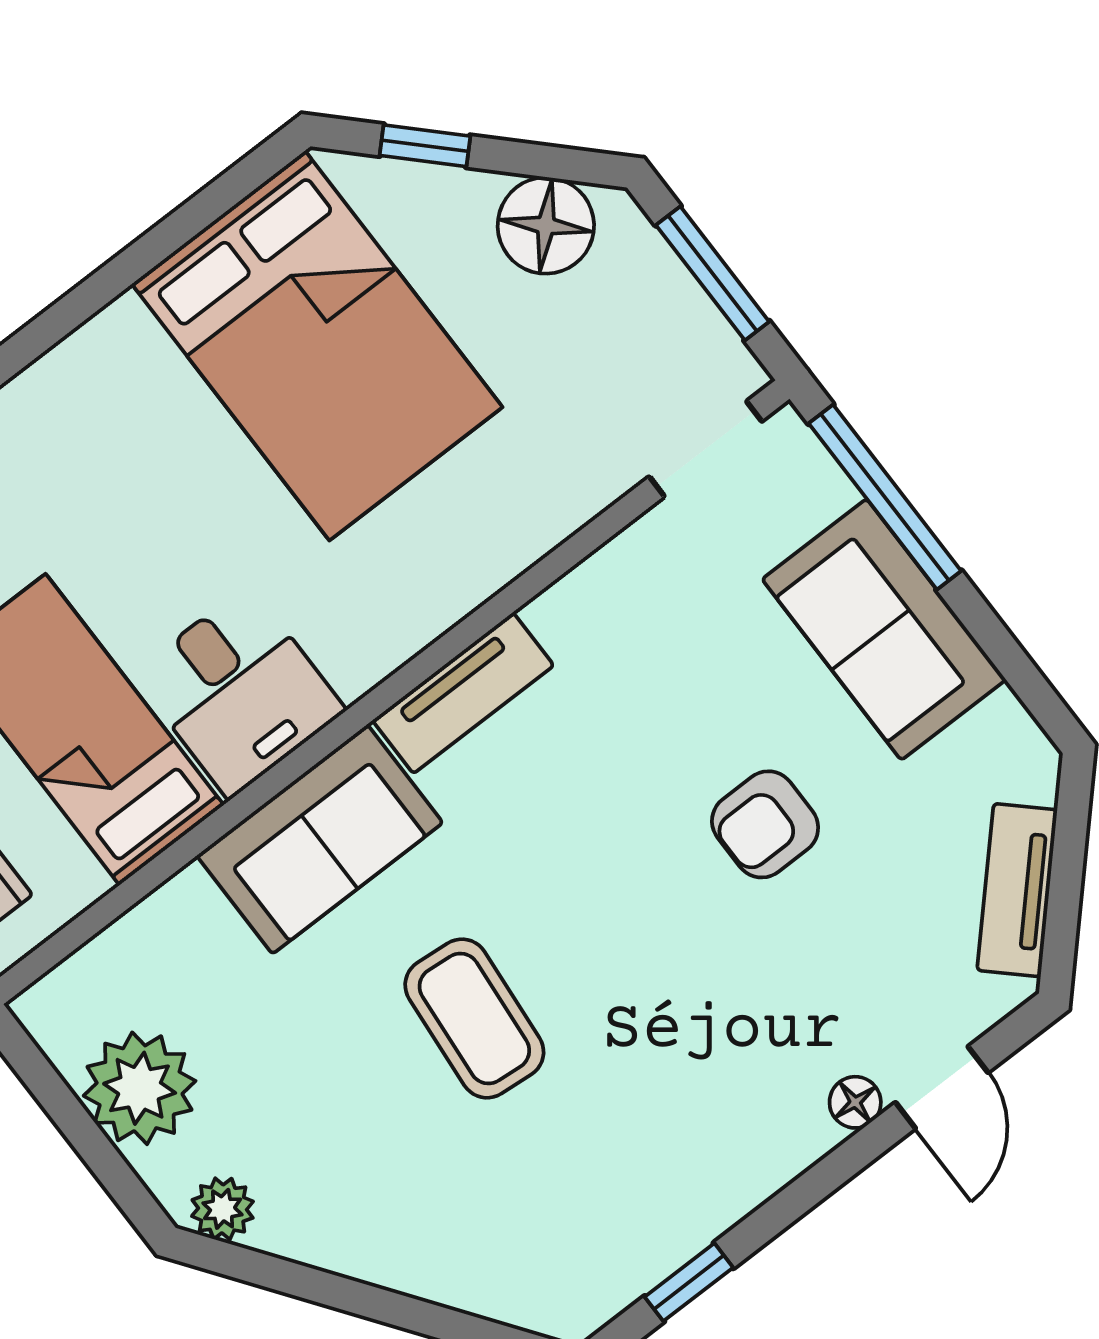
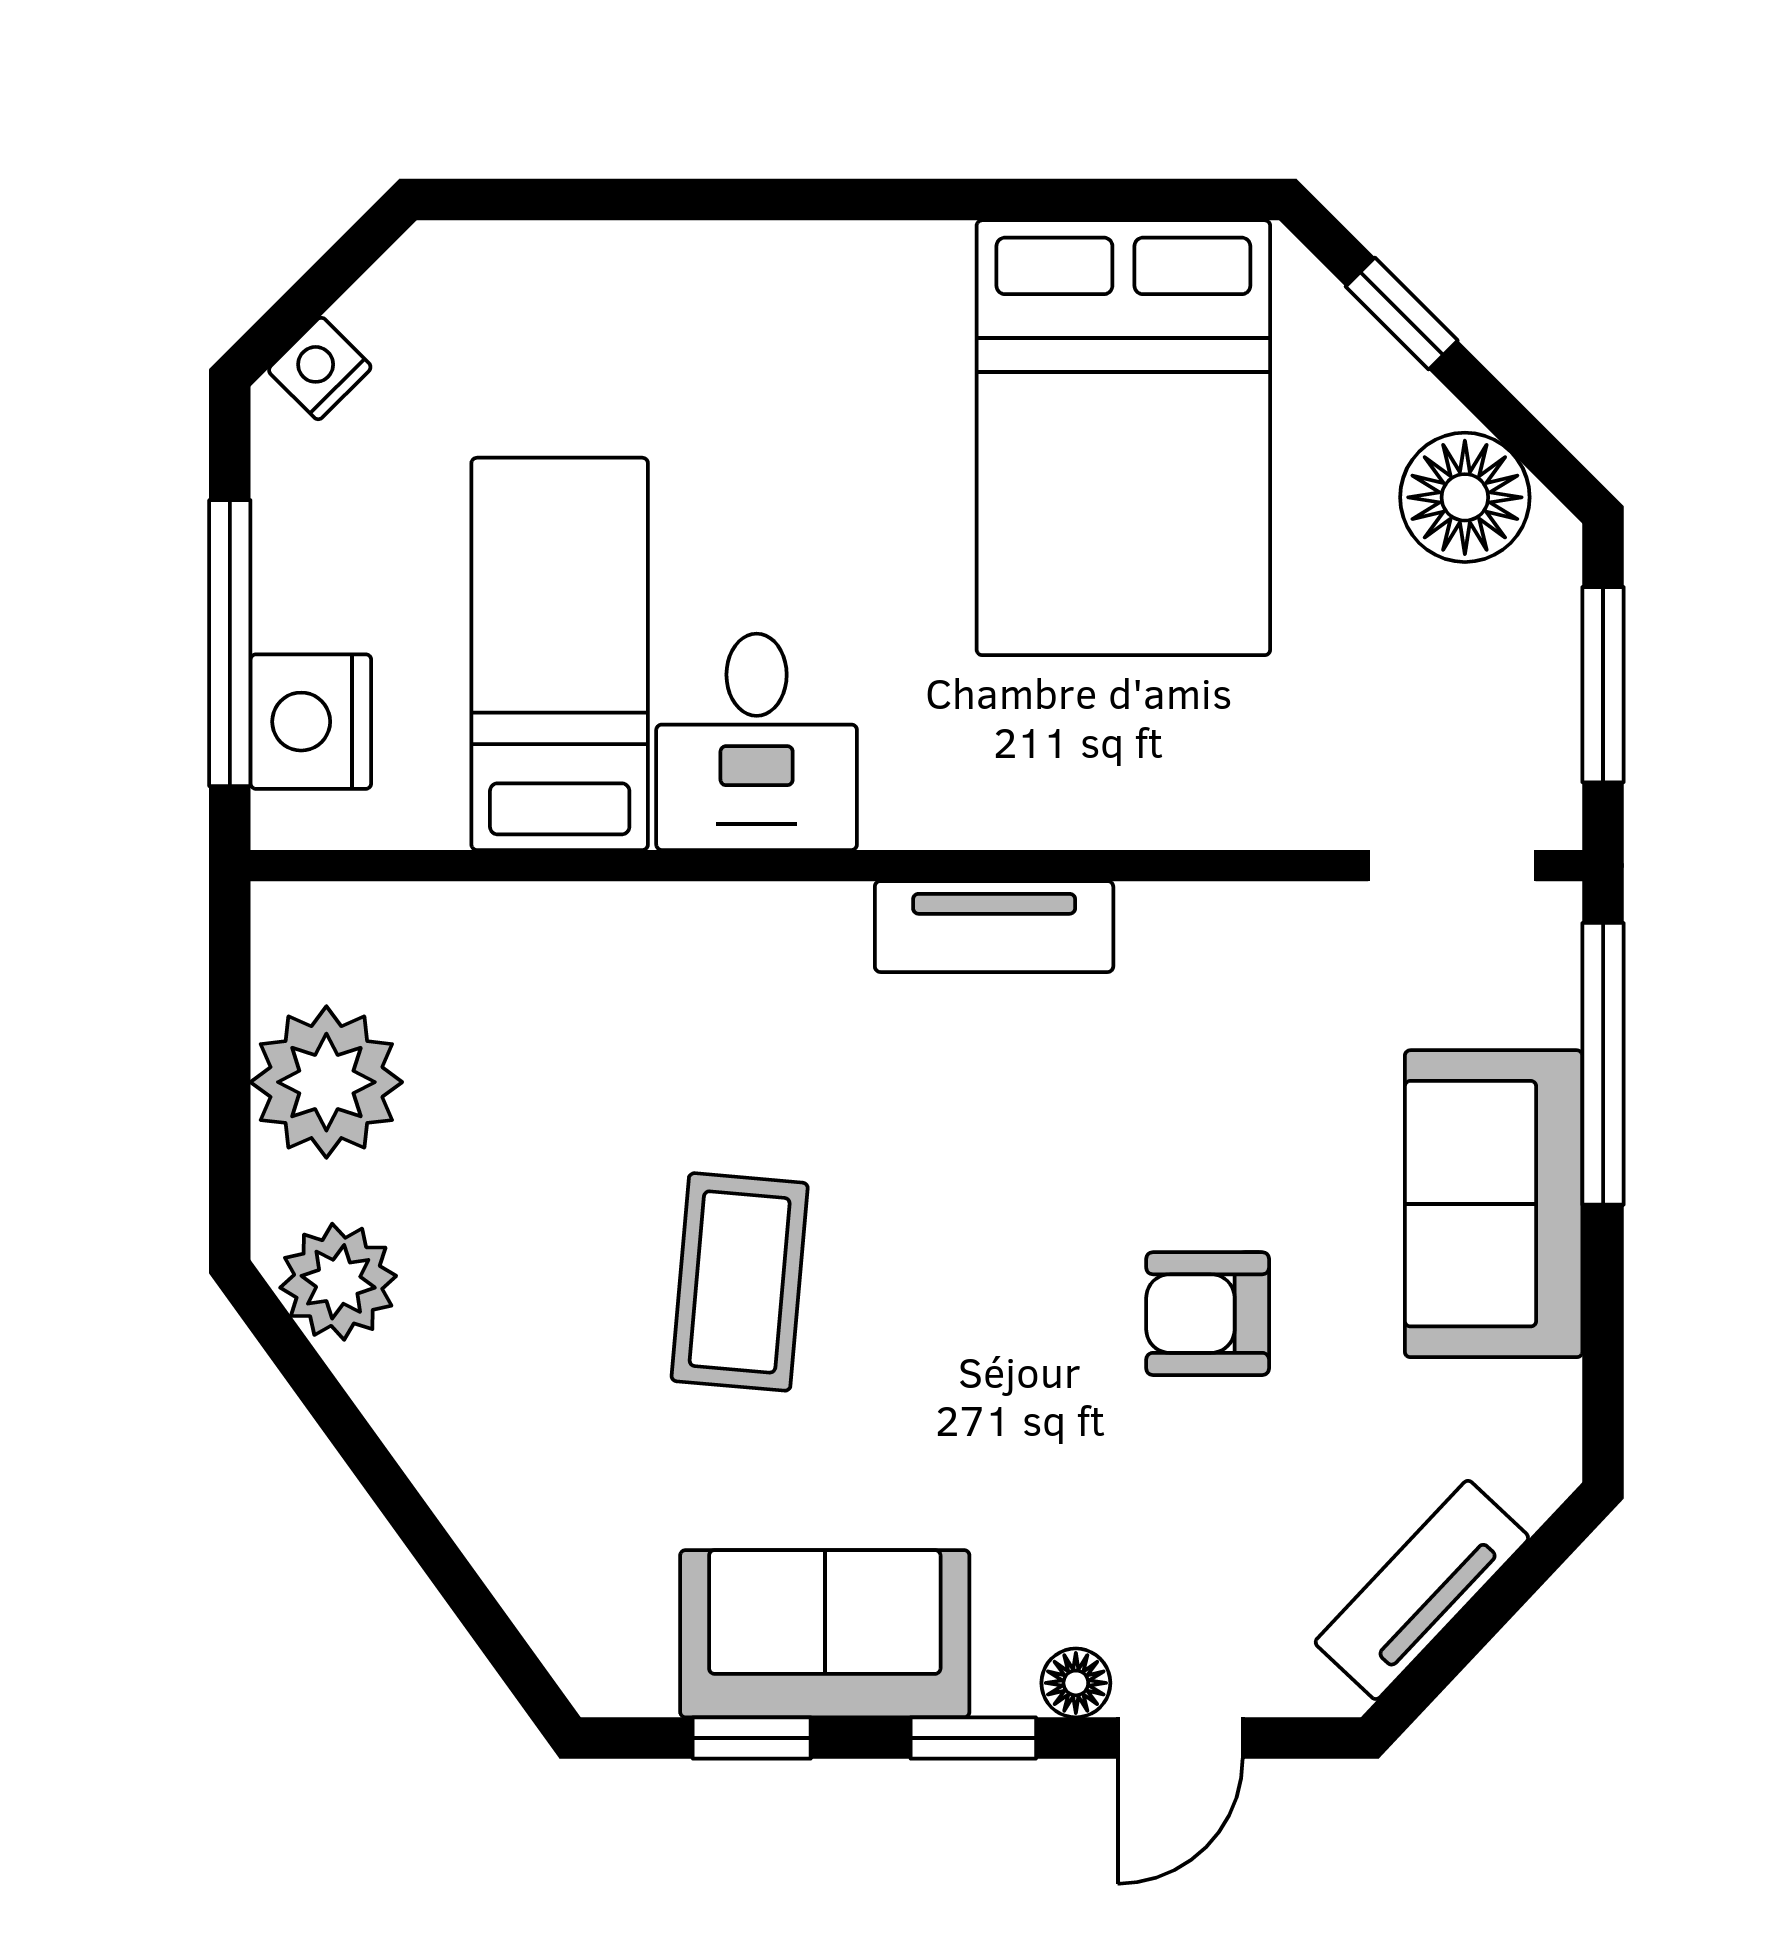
sofa: (320, 839) -> (825, 1634), moved, turned 180
window: (820, 1181) -> (973, 1738), added
plant: (223, 1209) -> (338, 1282), width x1.38, depth x1.38

